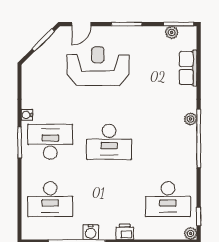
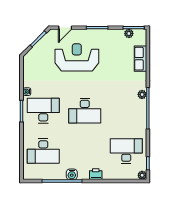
desk: (168, 199) -> (126, 151), turned 180

